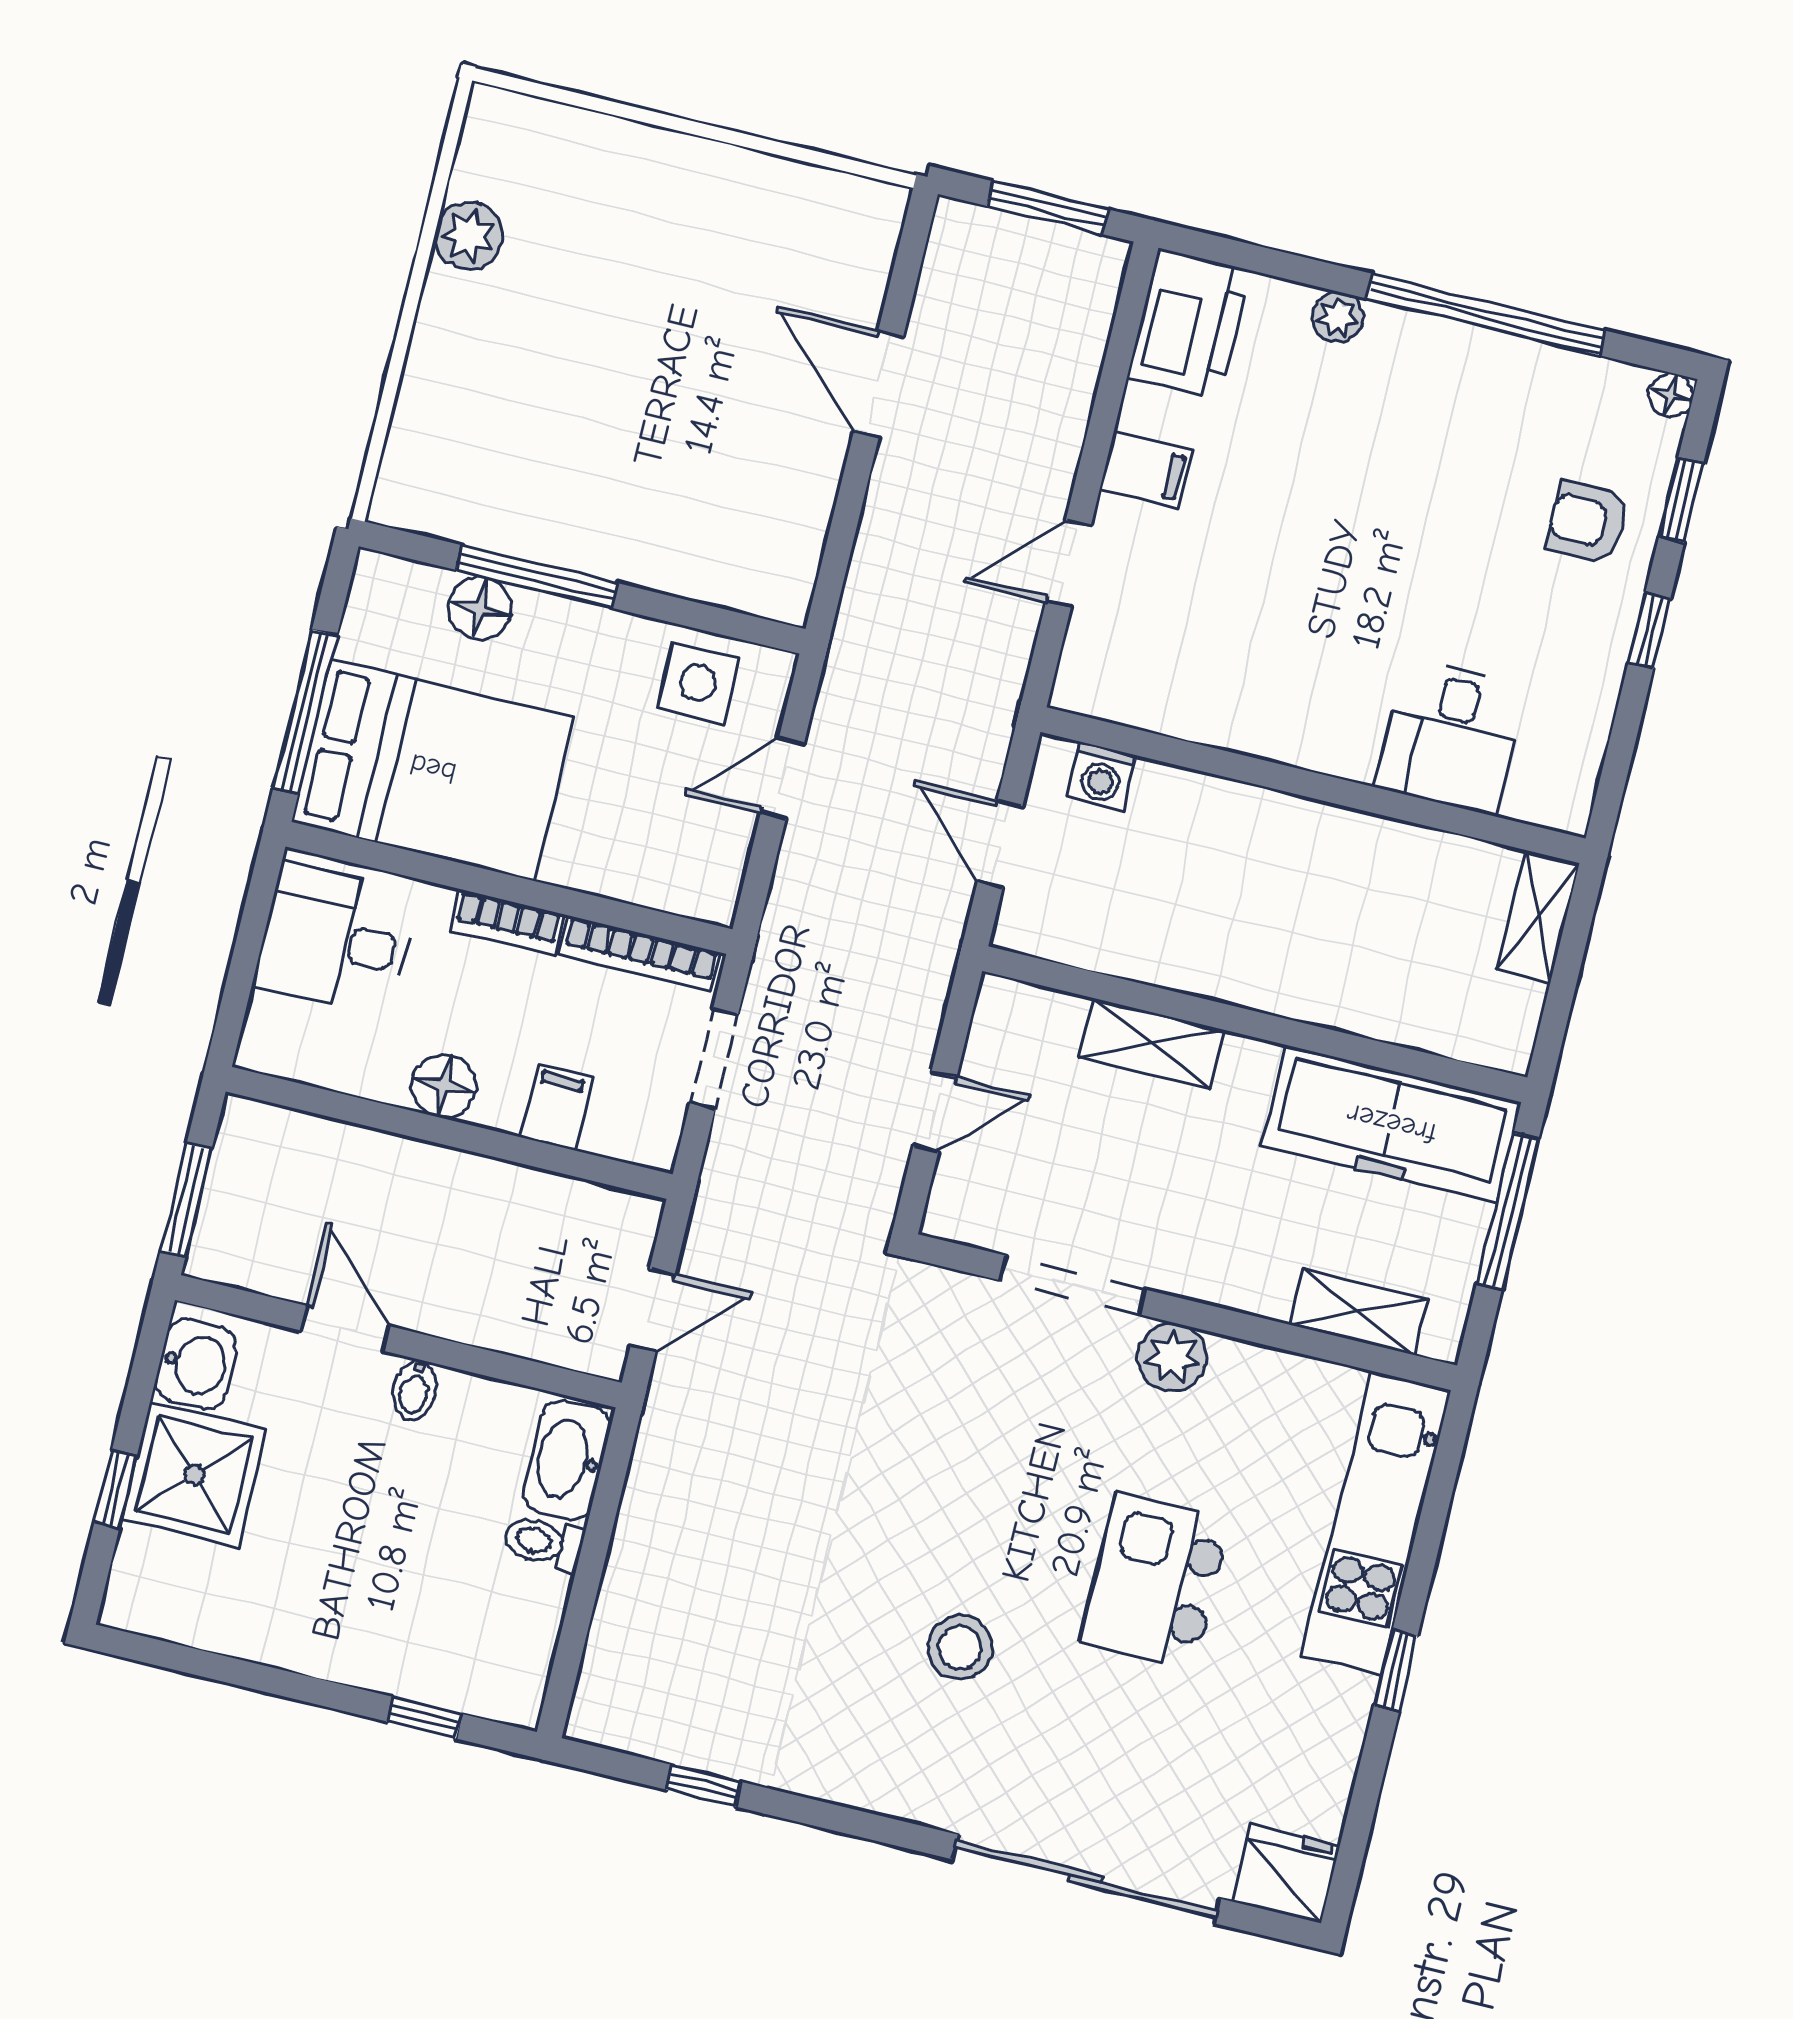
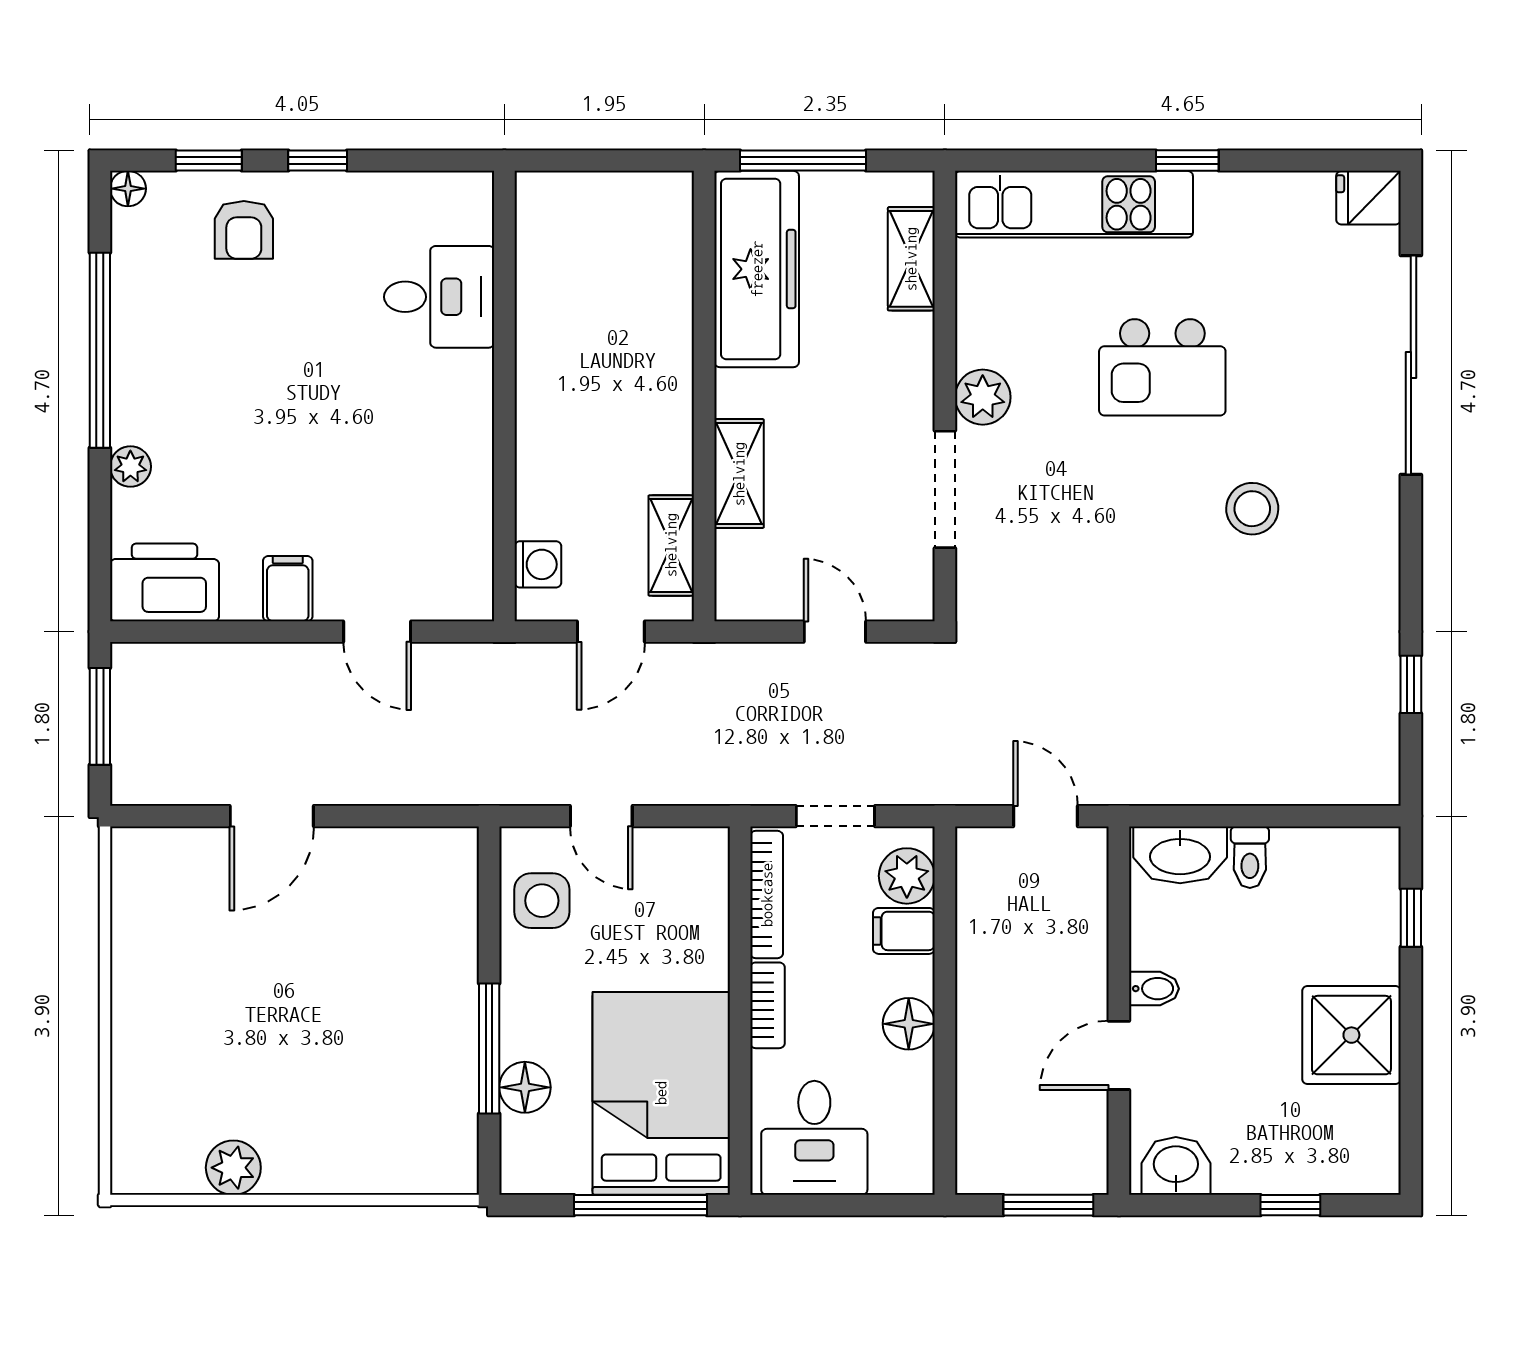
shelving: (1538, 917) -> (671, 545), moved, turned 90
plant: (621, 1127) -> (907, 876), added
shower: (194, 1475) -> (1351, 1035), moved
fridge: (1286, 1874) -> (1368, 198), width x0.72

